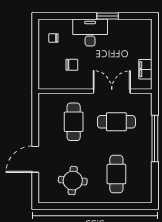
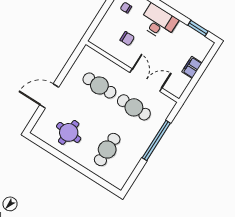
window: (108, 16) -> (198, 28), moved
filing cabinet: (145, 69) -> (192, 67), moved
cafe table: (74, 122) -> (99, 86), turned 90

